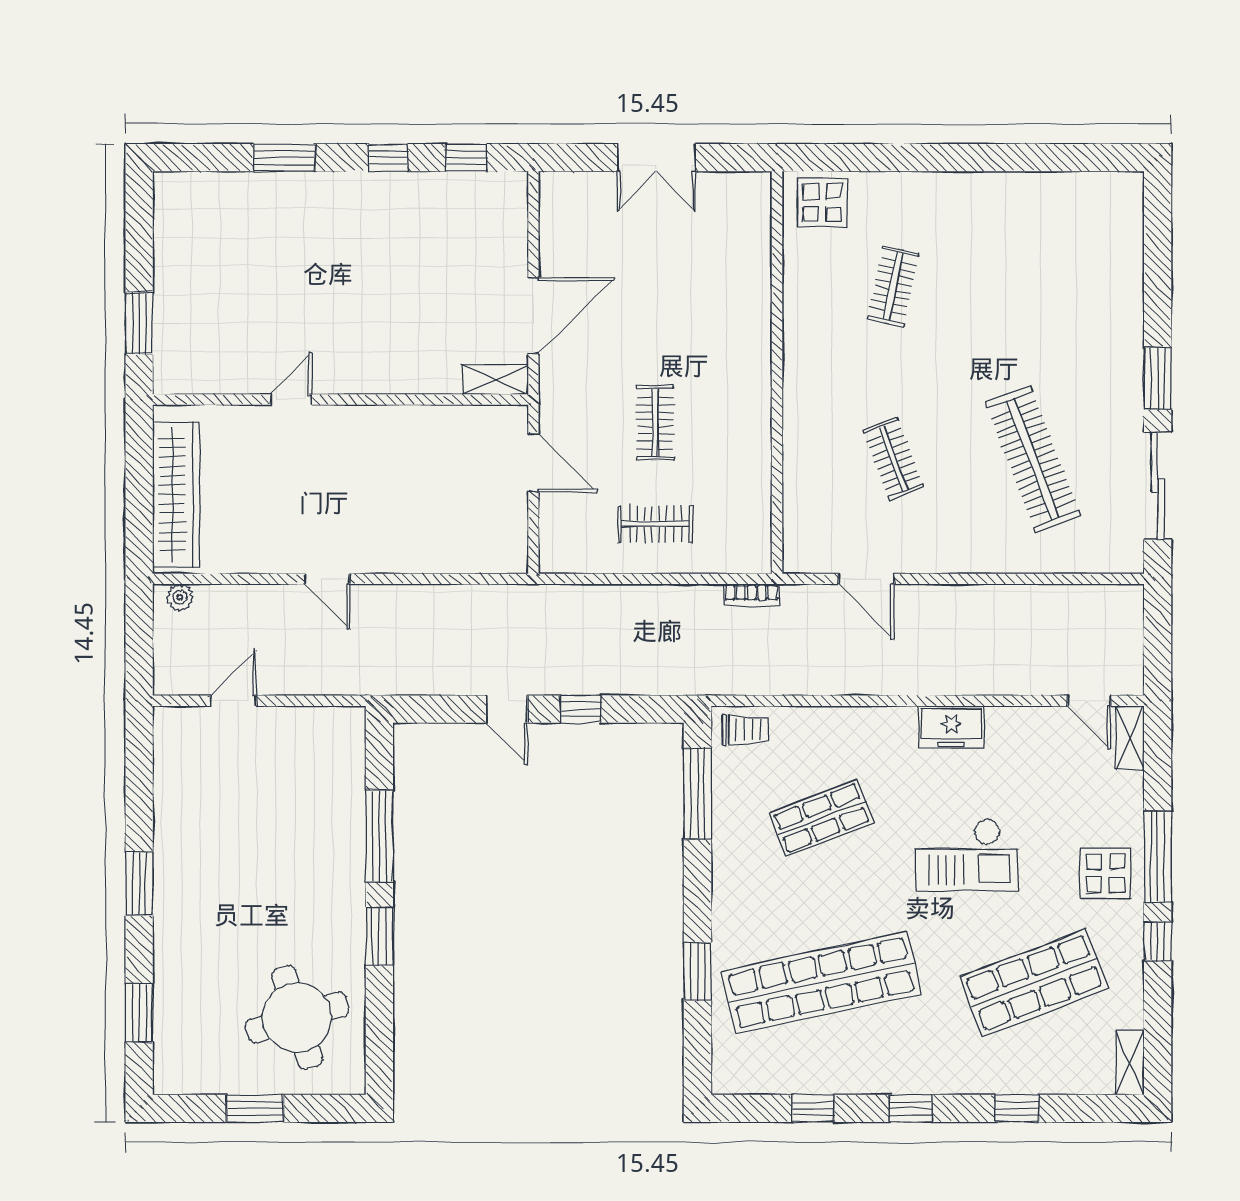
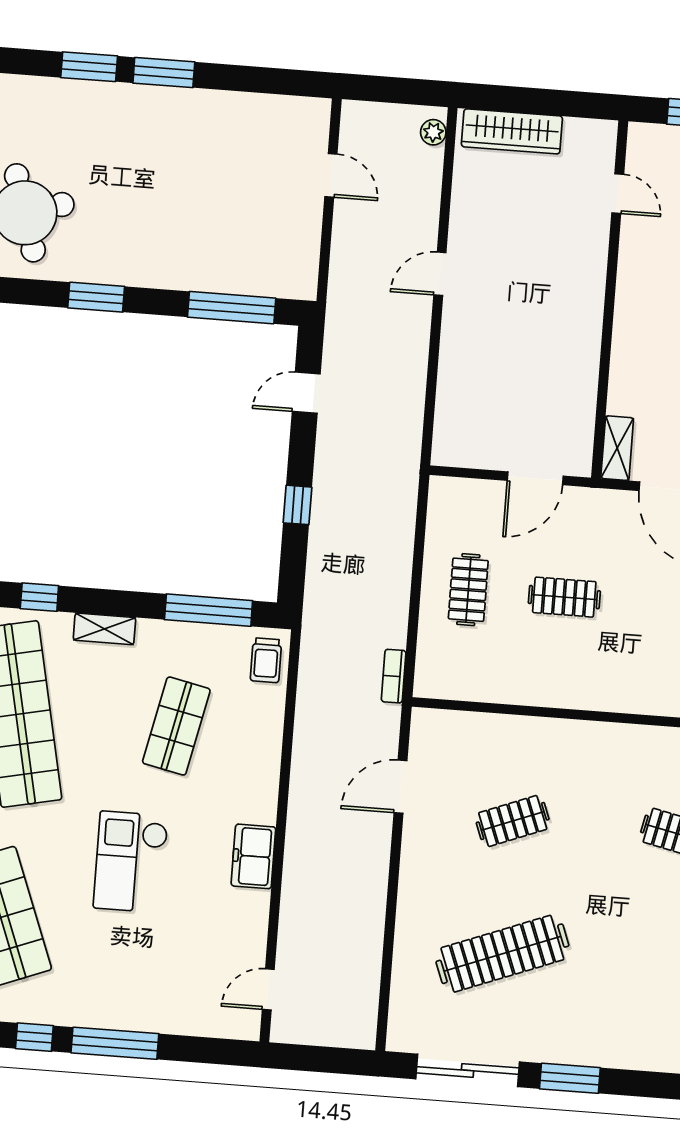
door: (291, 400) -> (618, 194), moved
wardrobe: (176, 494) -> (512, 131), width x0.71, depth x0.85
door: (507, 709) -> (306, 393), moved
shelving: (1130, 738) -> (104, 629), moved
shop shelf: (821, 818) -> (176, 726), turned 33
window: (379, 836) -> (232, 308), moved
display table: (1106, 873) -> (103, 993), removed
window: (697, 971) -> (39, 597), width x0.67
window: (139, 1013) -> (89, 67), moved

